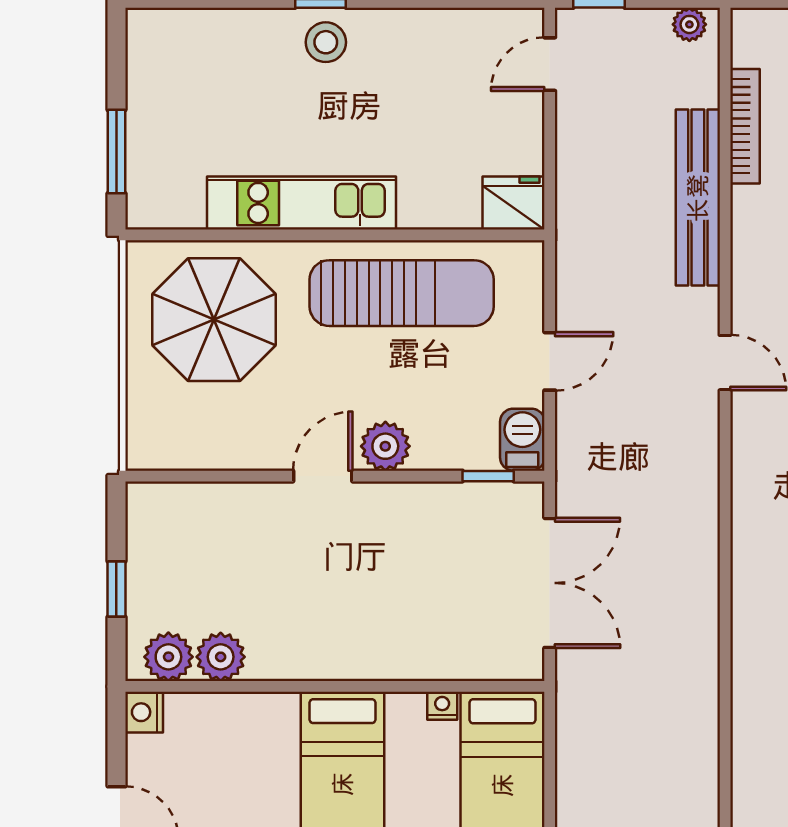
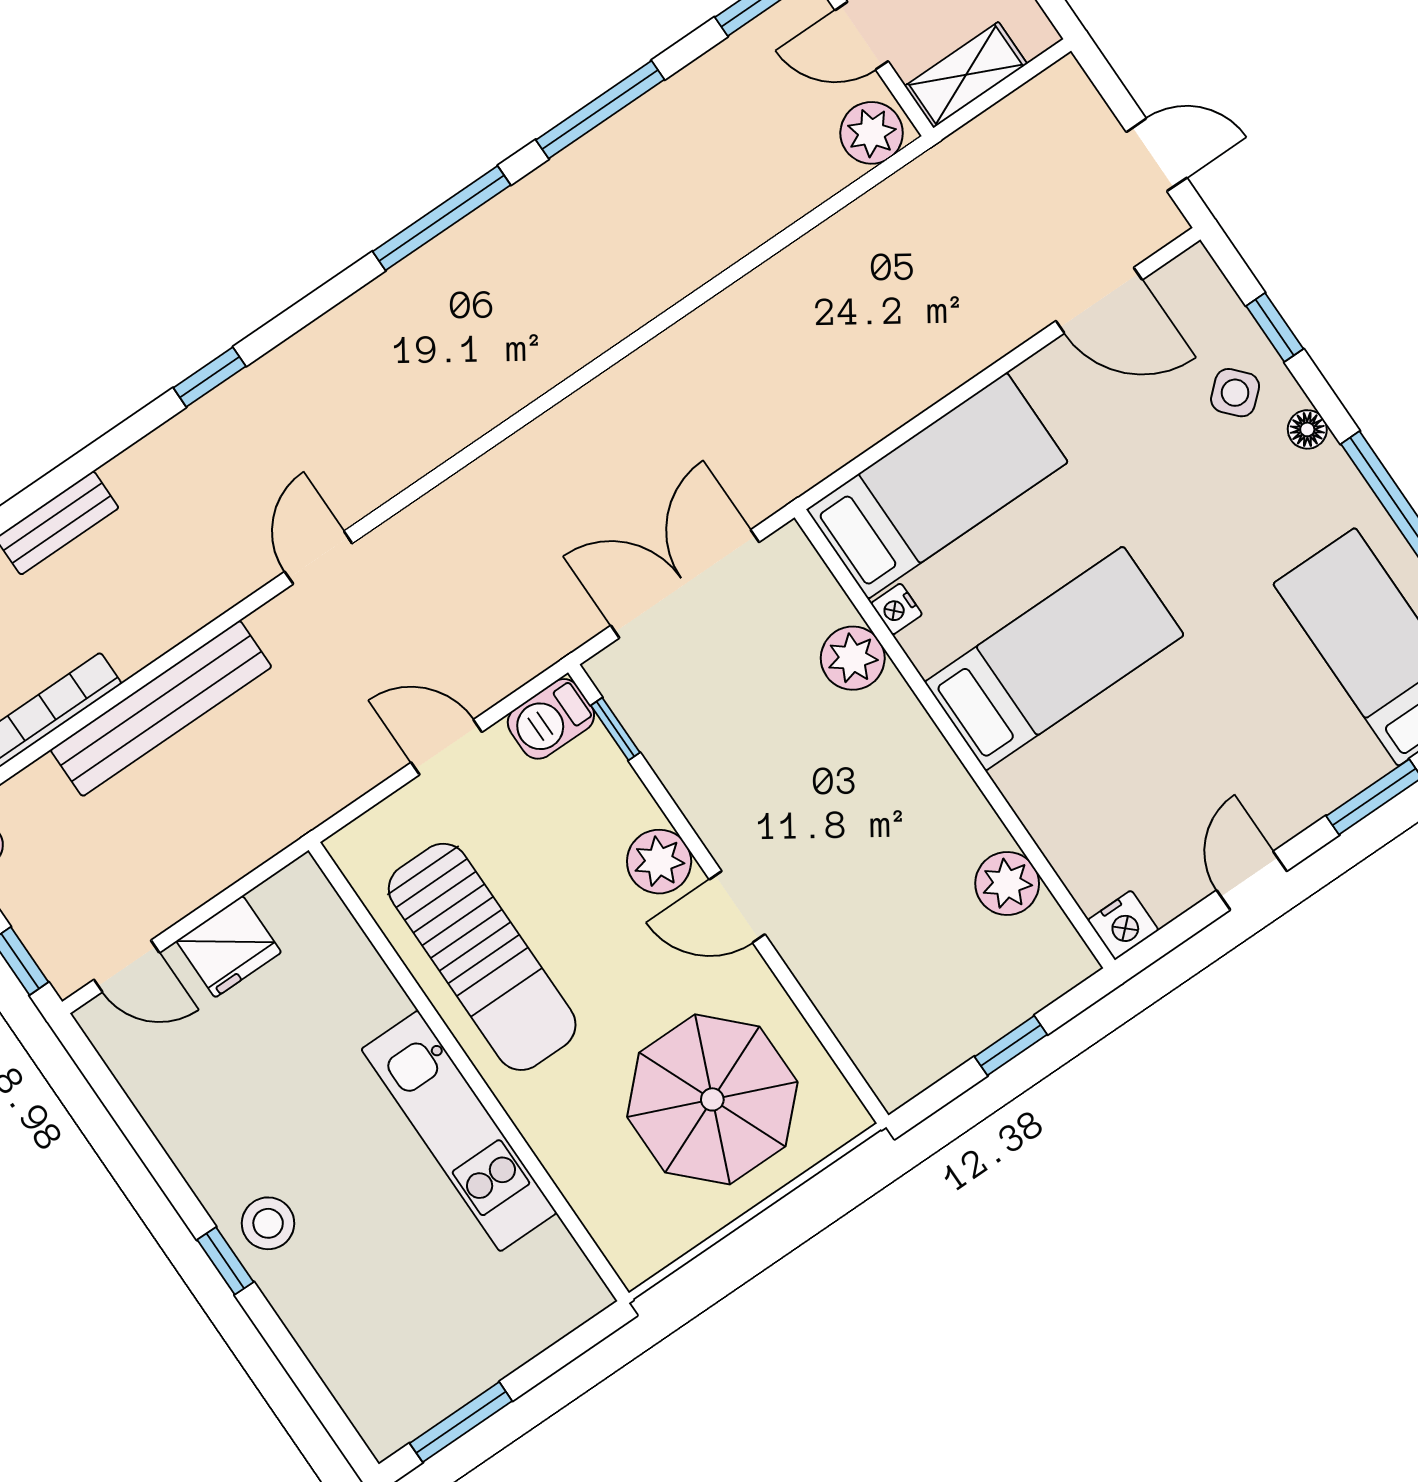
window: (116, 152) -> (461, 1422), moved
fridge: (514, 203) -> (229, 947), moved, turned -90
sun lounger: (402, 293) -> (482, 957), turned 180
parasol: (214, 320) -> (712, 1099), moved
plant: (168, 657) -> (853, 658), moved

